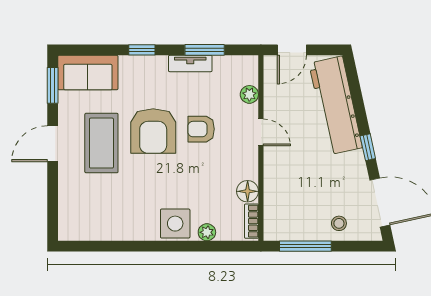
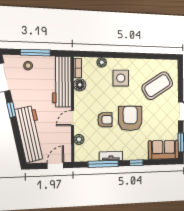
window: (205, 50) -> (103, 164), width x1.44
door: (261, 132) -> (73, 118), hinge flipped
coffee table: (101, 143) -> (157, 86), moved, turned 58
workbench: (280, 196) -> (62, 82), added
side table: (175, 224) -> (121, 78), moved
window: (305, 246) -> (35, 53), moved

